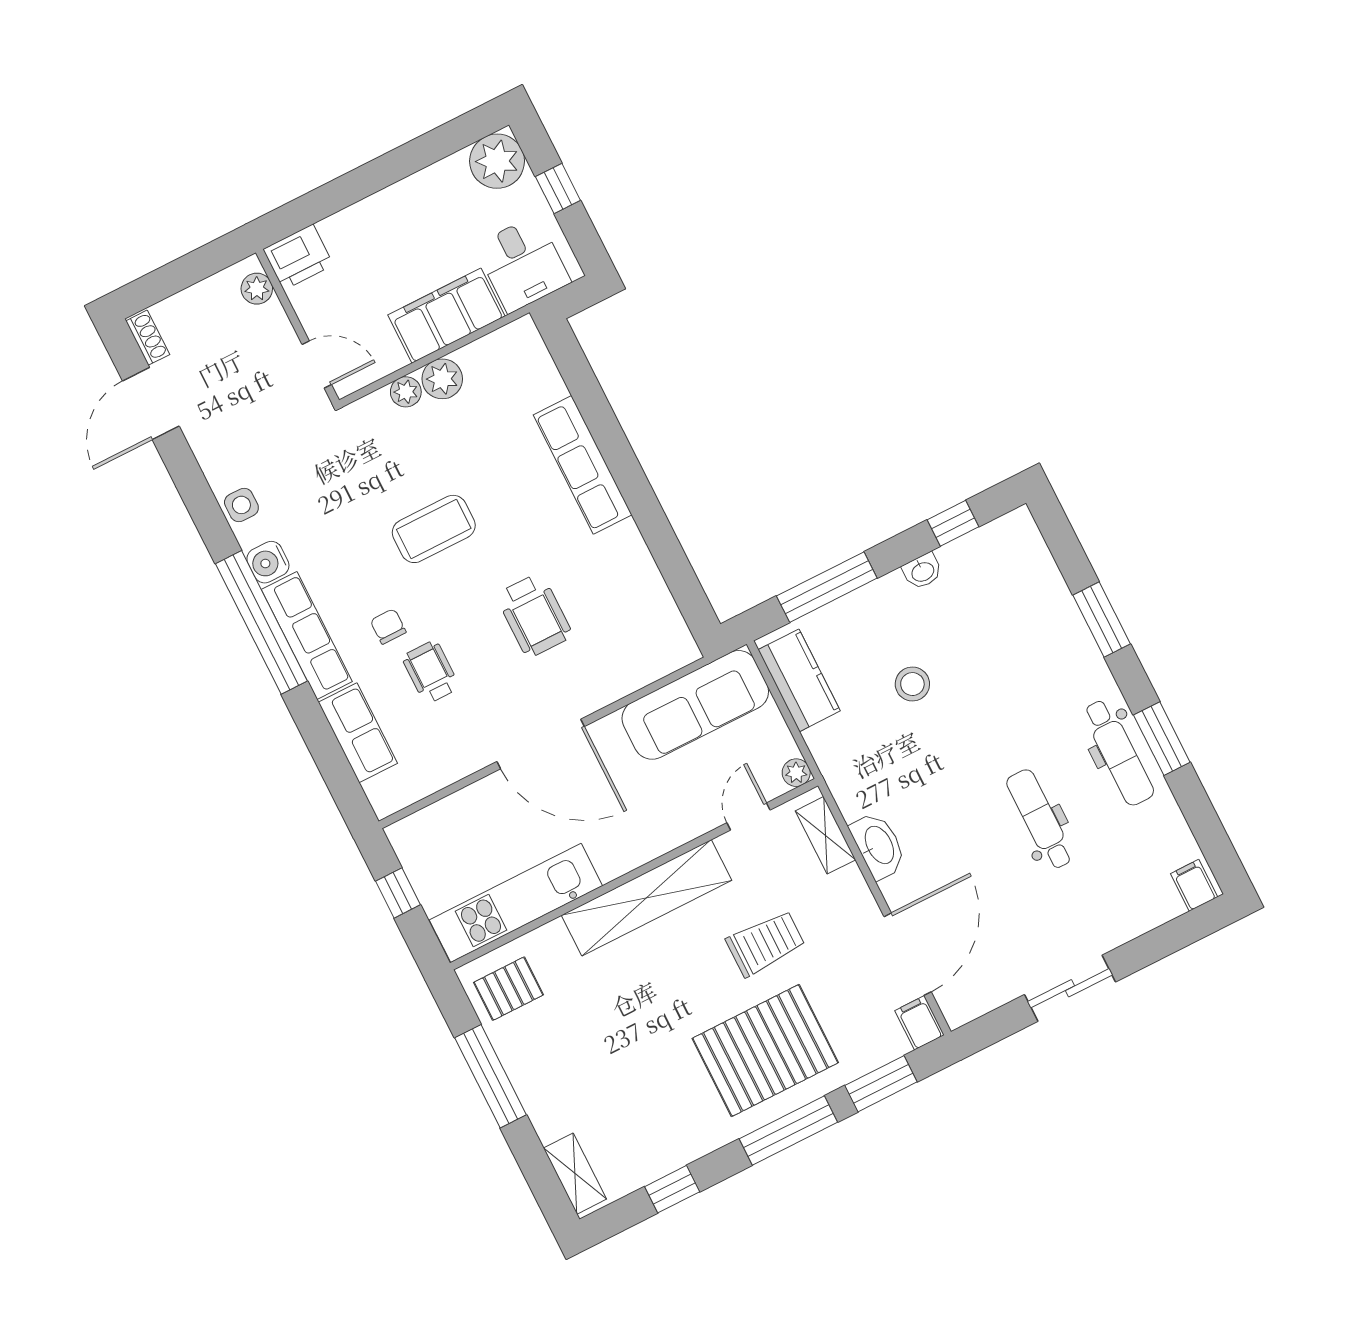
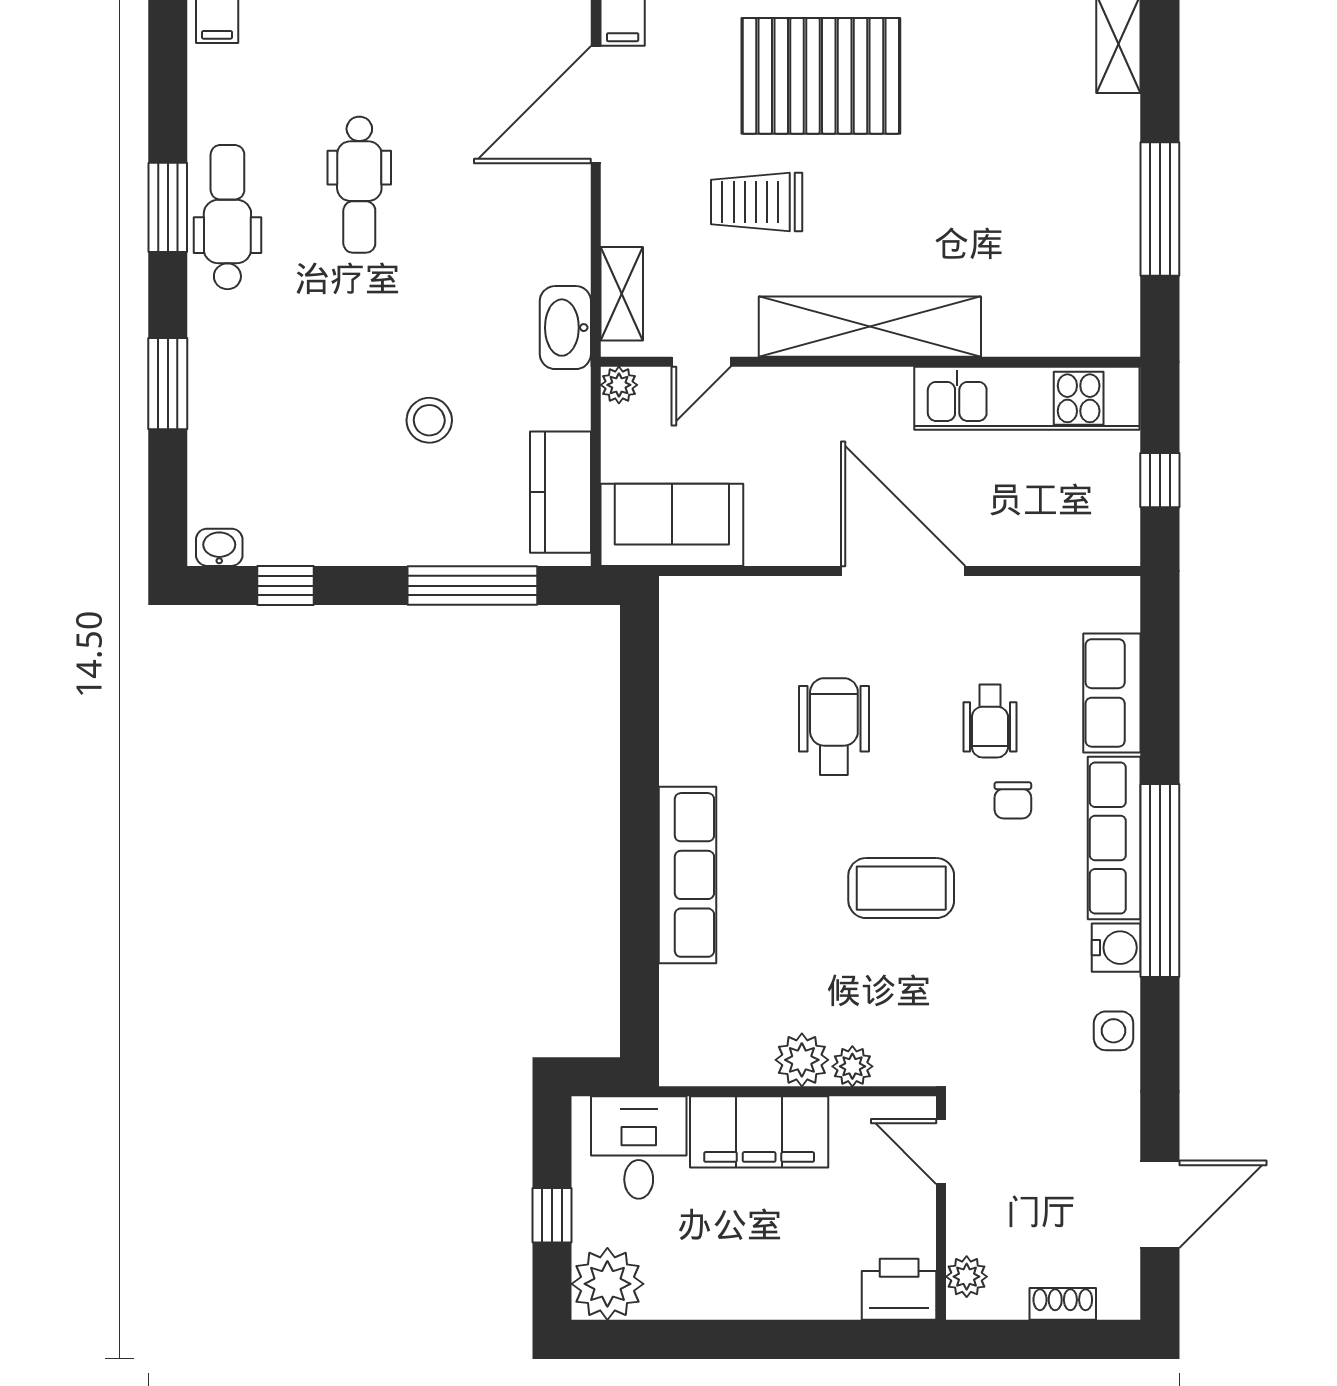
shoe rack: (148, 338) -> (1063, 1304), moved, turned 90
washbasin: (922, 571) -> (219, 547), moved
sofa: (695, 705) -> (672, 525), width x0.73
washbasin: (878, 845) -> (565, 328), moved
pallet: (509, 989) -> (1087, 302), removed

